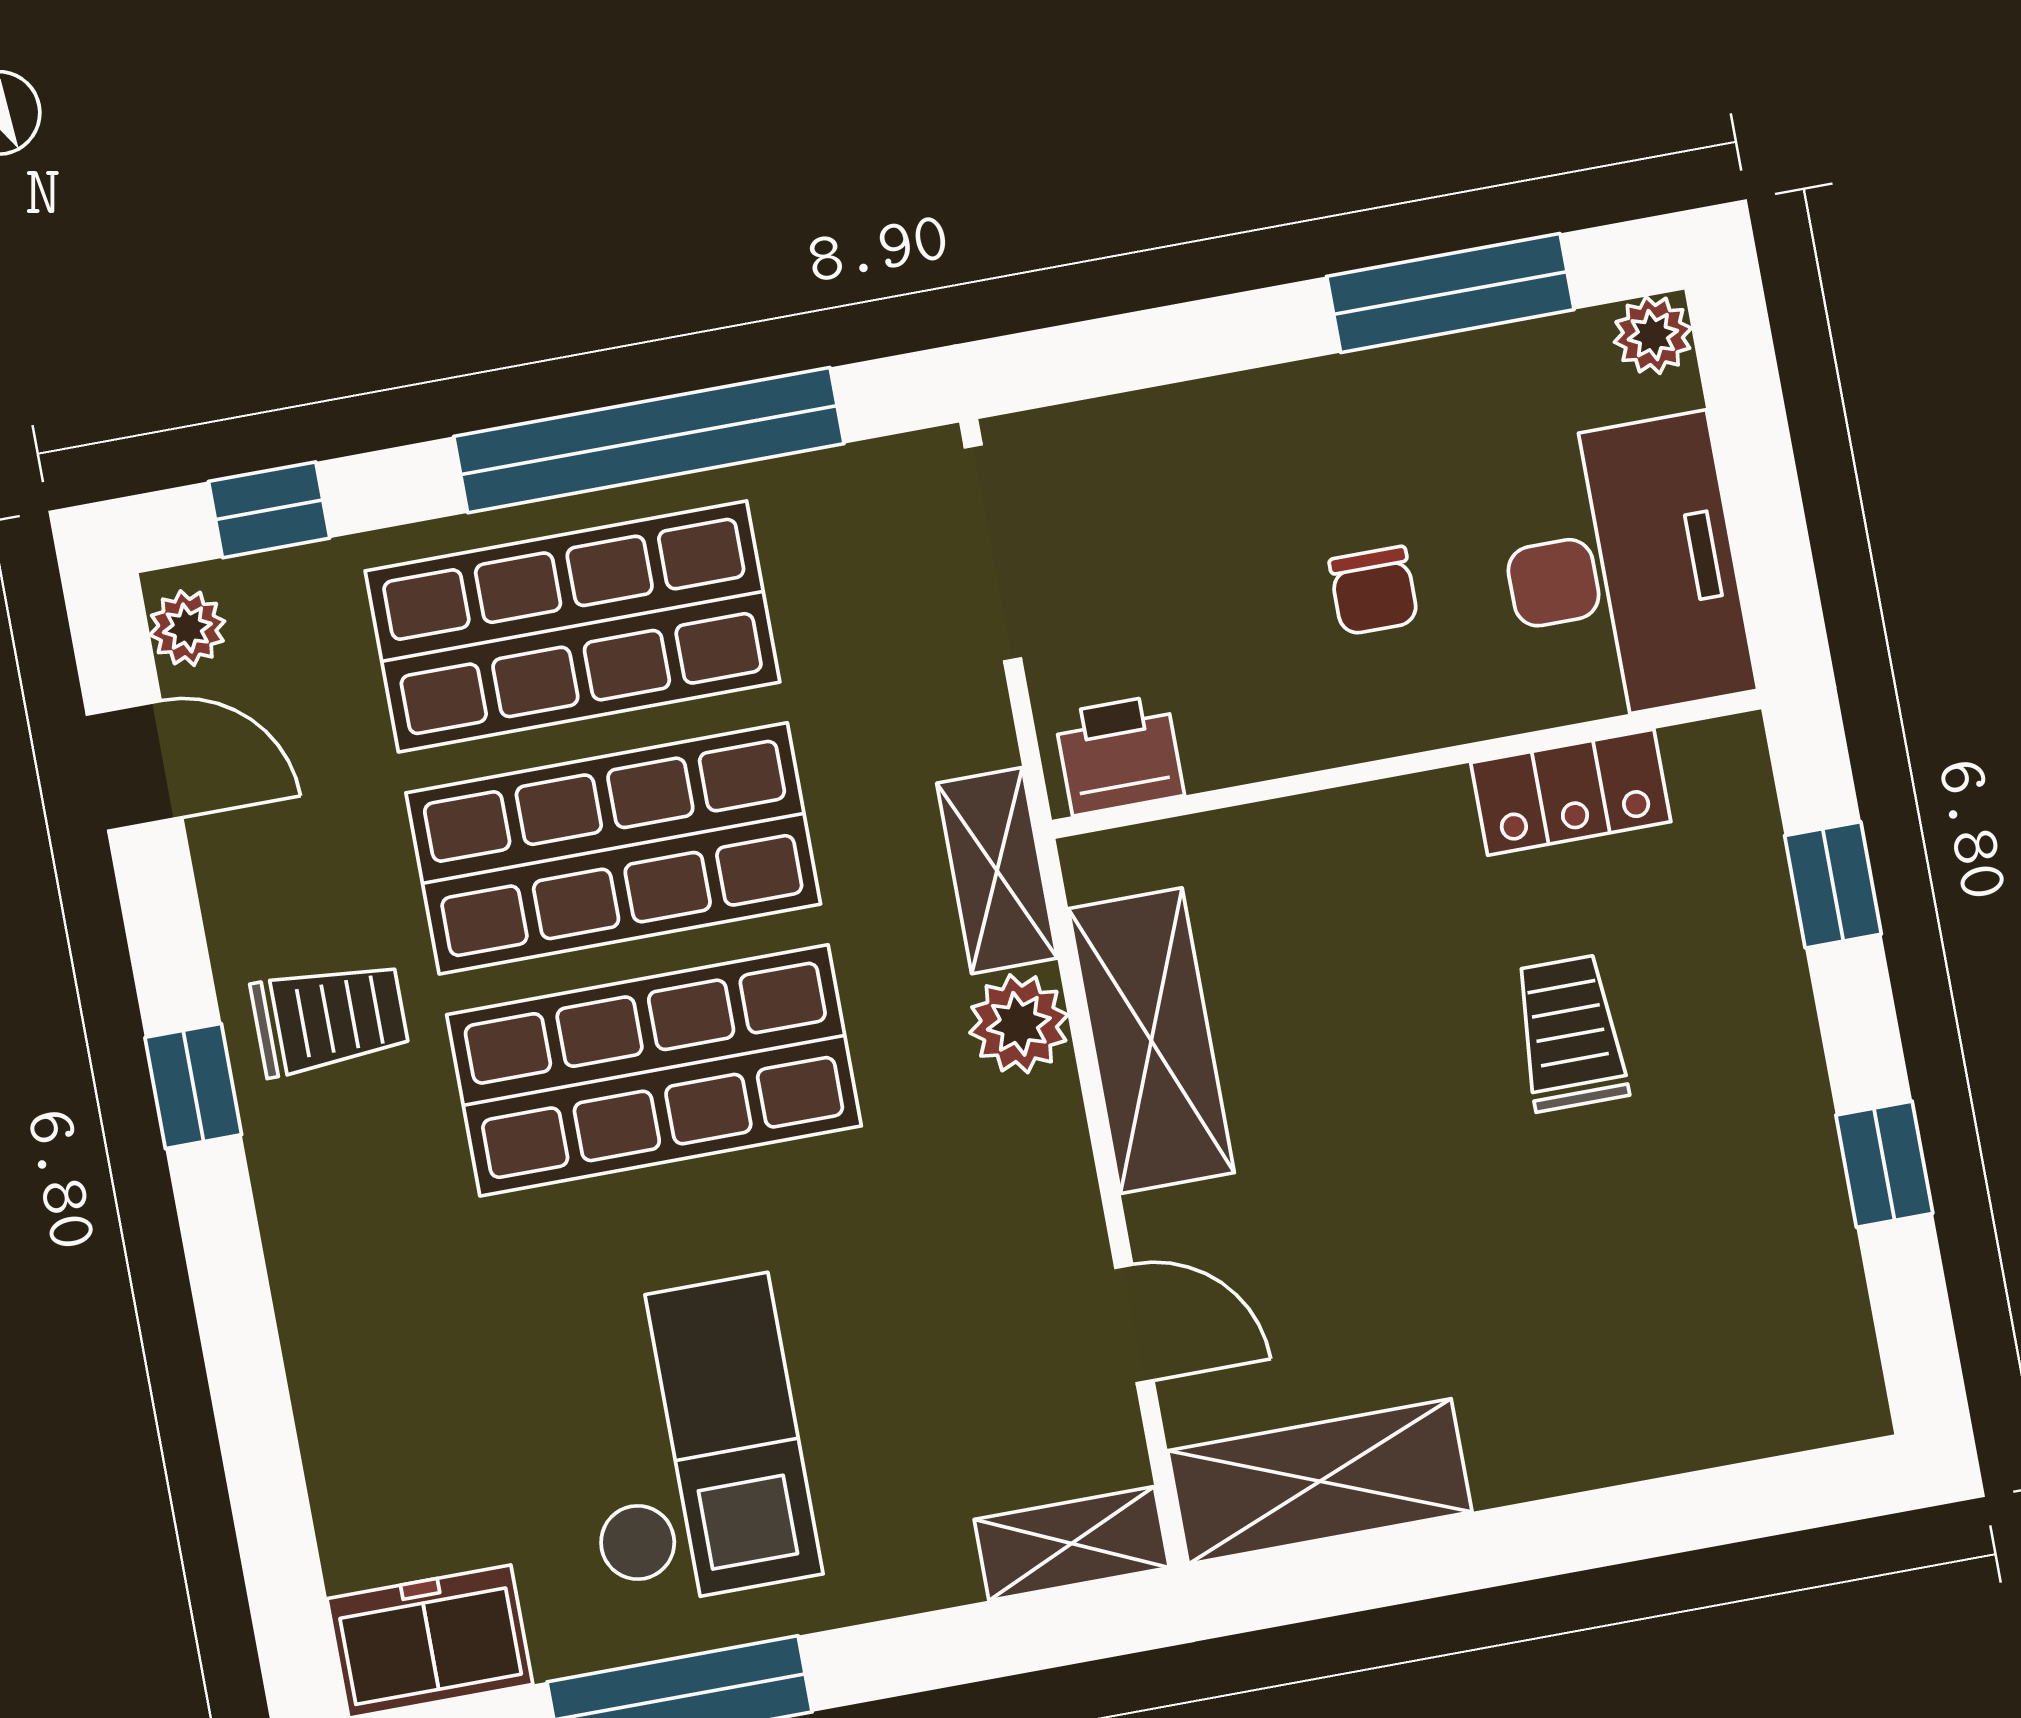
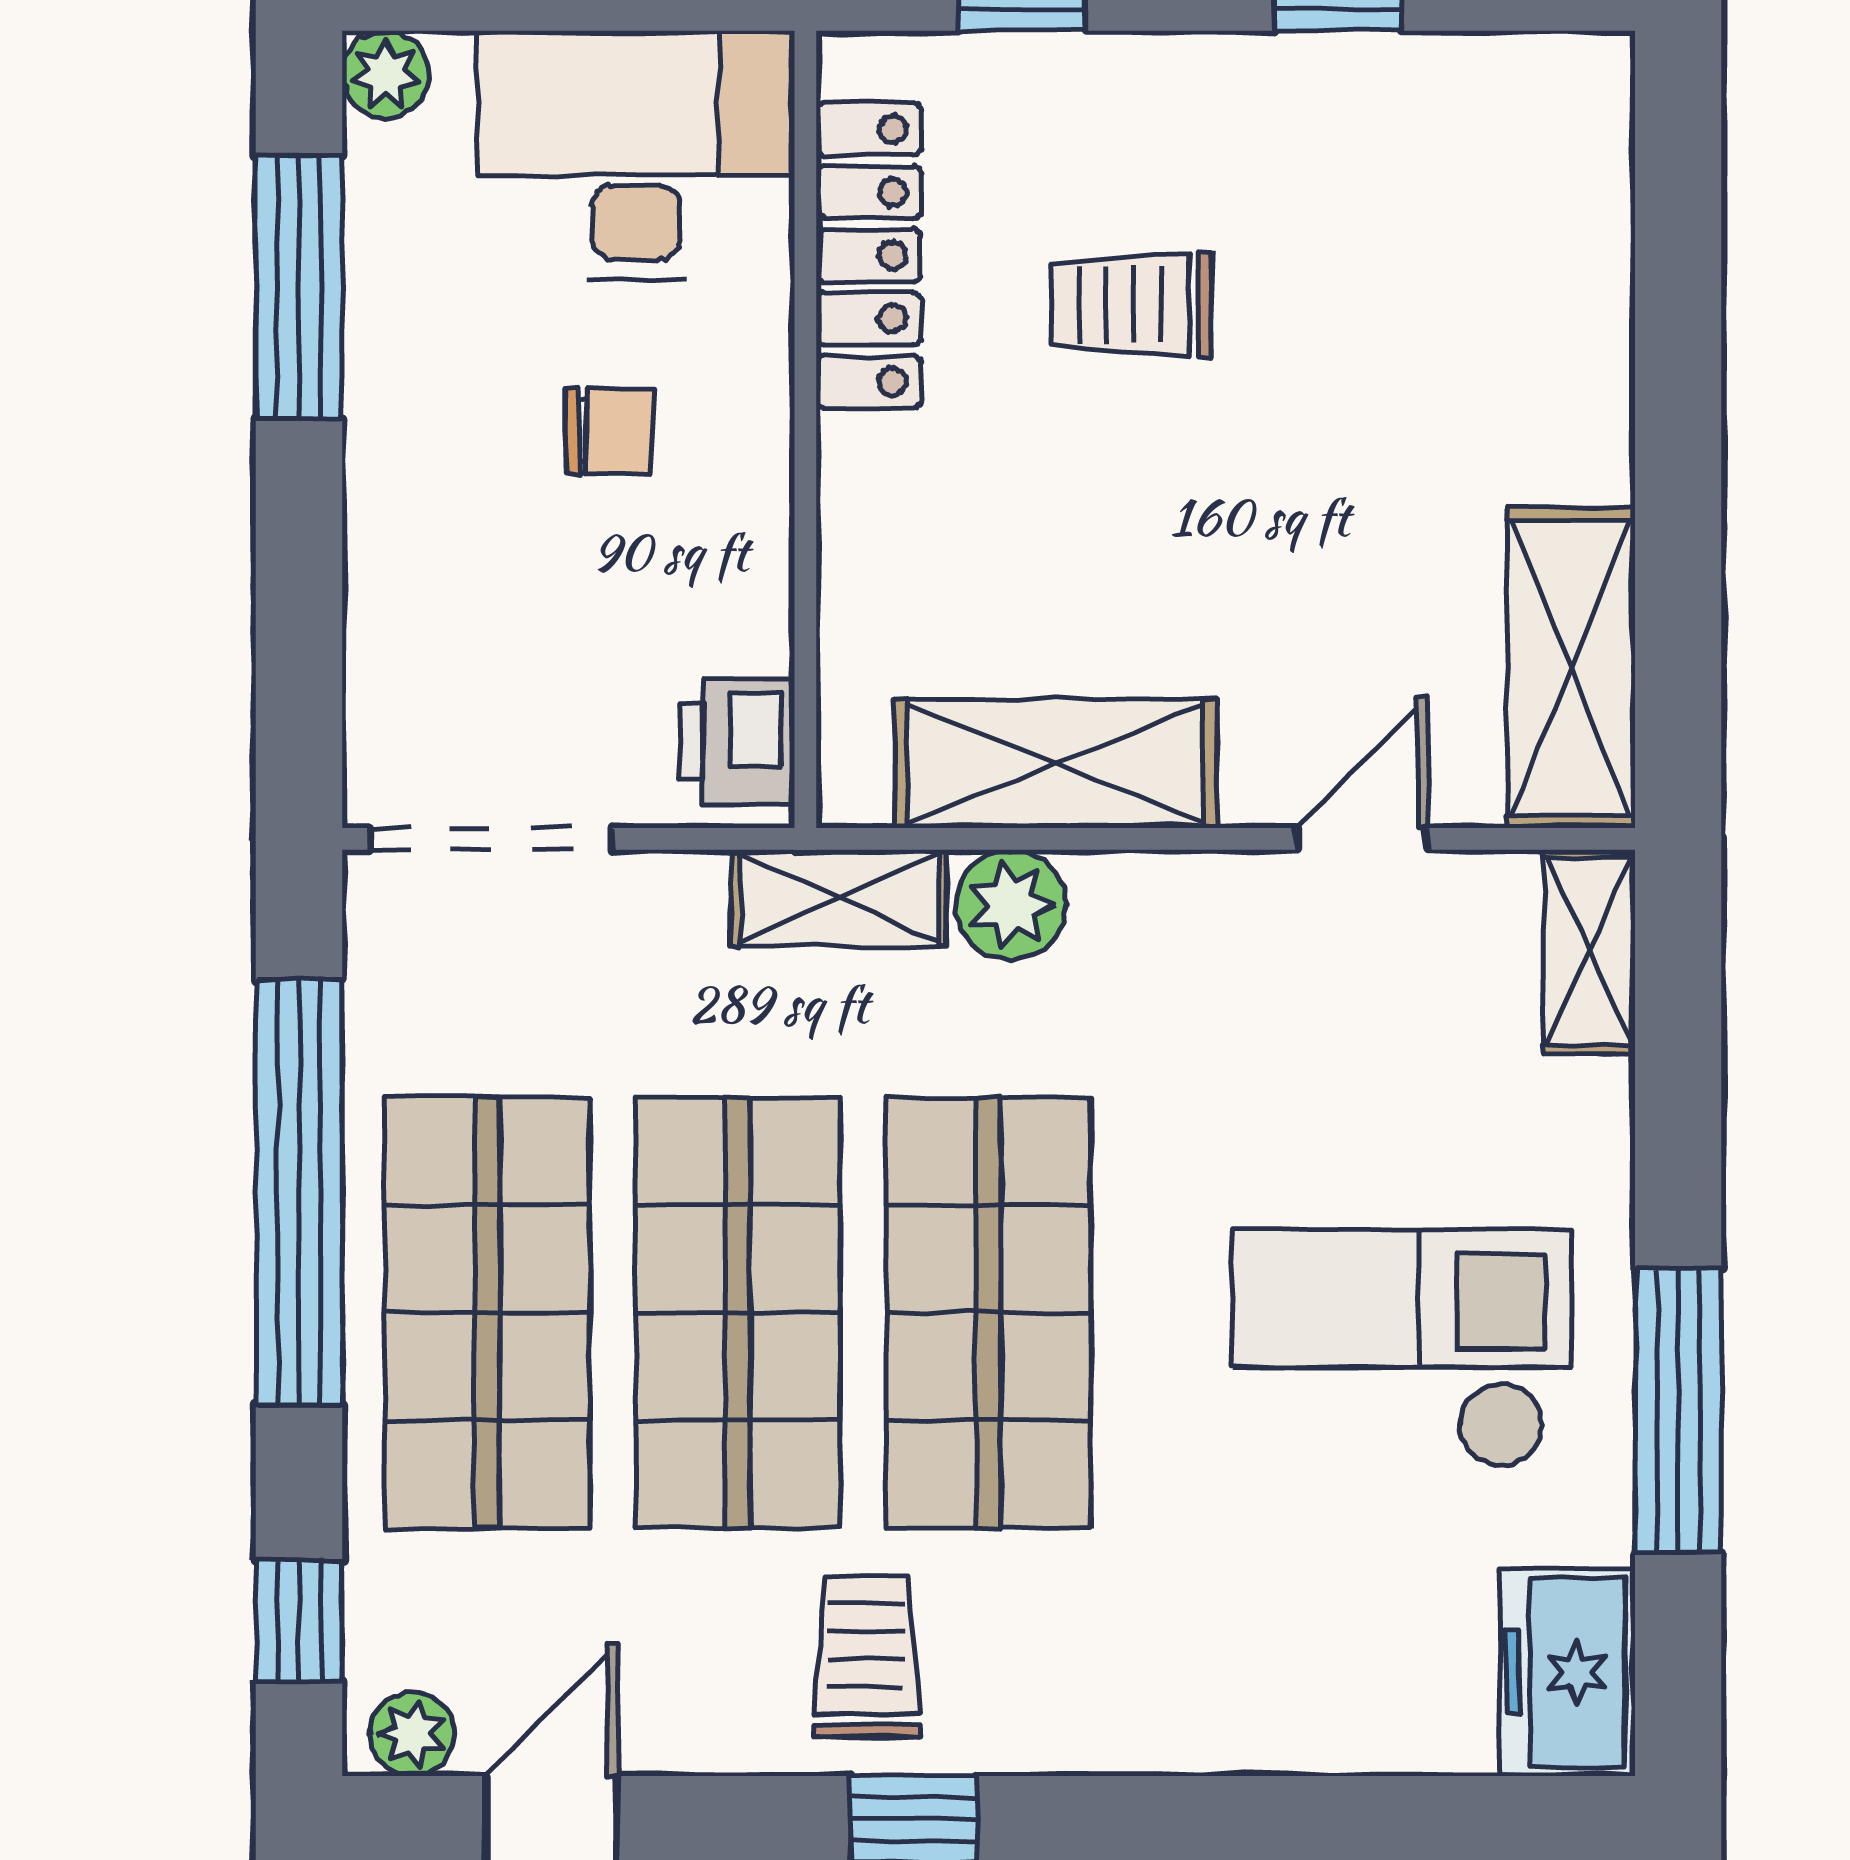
locker: (1571, 792) -> (868, 256), width x1.53

